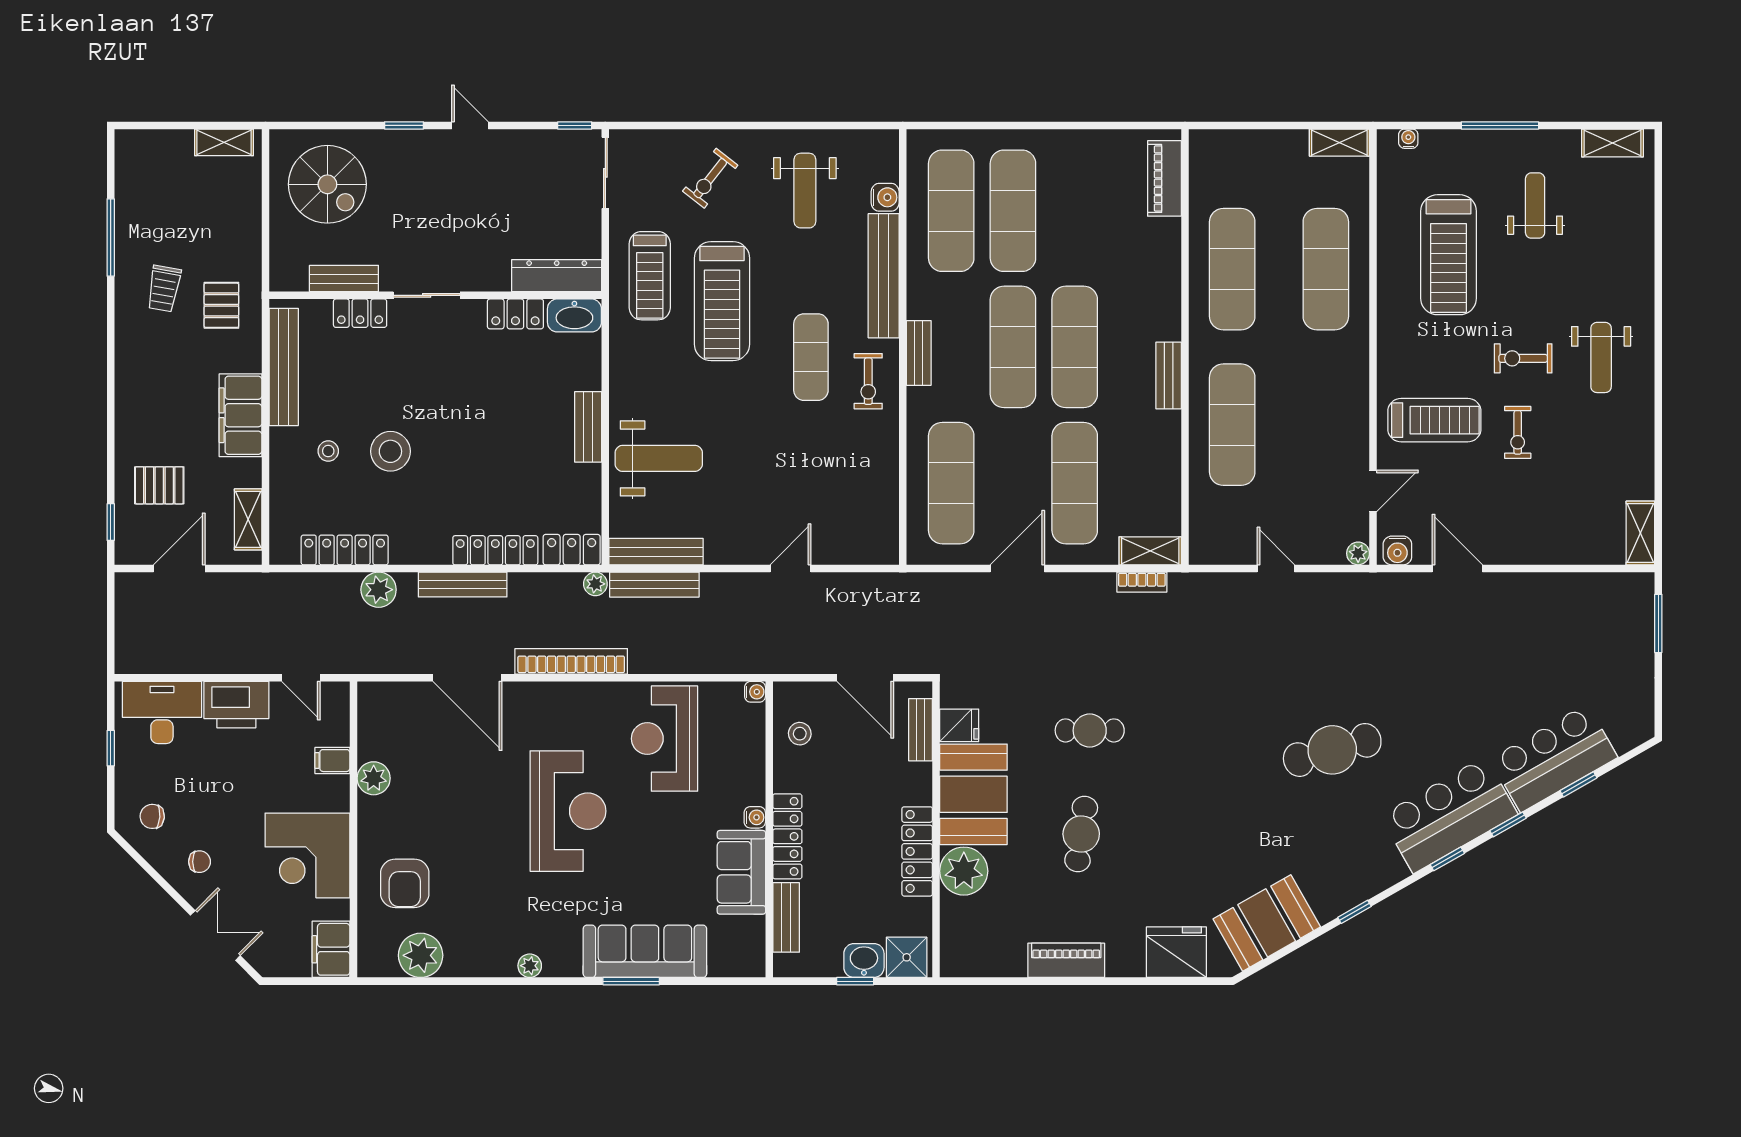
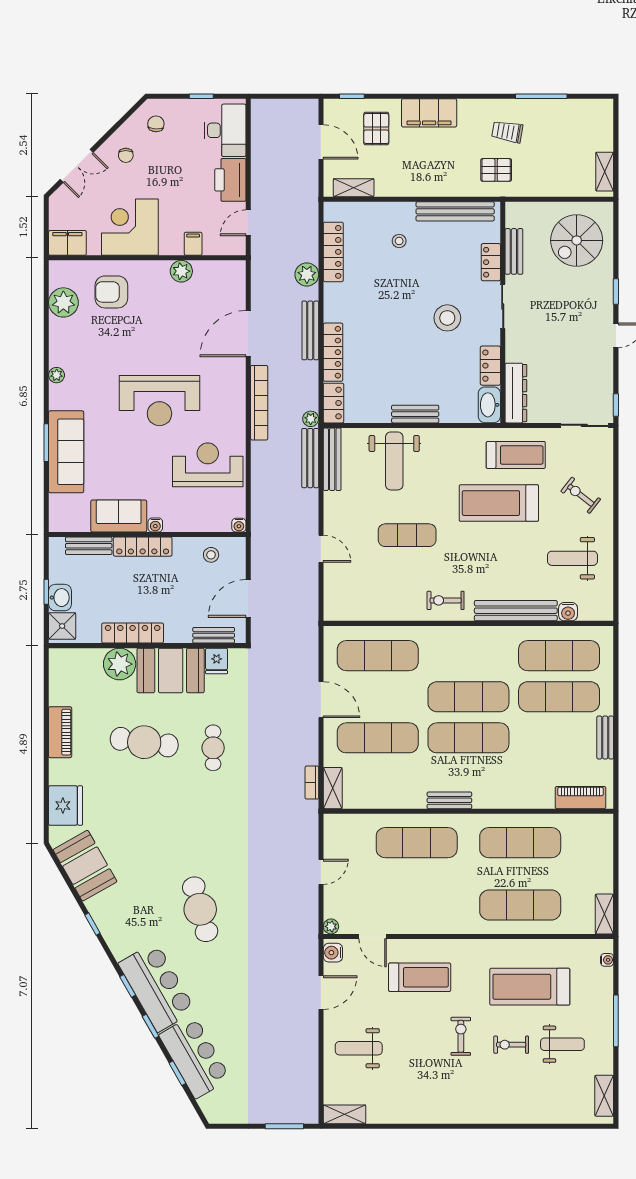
treadmill: (650, 276) -> (516, 455), turned 180
bench: (919, 353) -> (605, 738), moved, turned 90
exercise mat: (811, 357) -> (407, 535), moved
weight bench: (1601, 357) -> (359, 1048), moved
filing cabinet: (240, 415) -> (429, 113), moved, turned 180
treadmill: (1434, 420) -> (420, 977), turned -90
exercise bike: (1518, 432) -> (511, 1045), moved
stool: (390, 451) -> (447, 318), moved
cafe table: (1081, 834) -> (144, 742), width x1.37, depth x1.35

